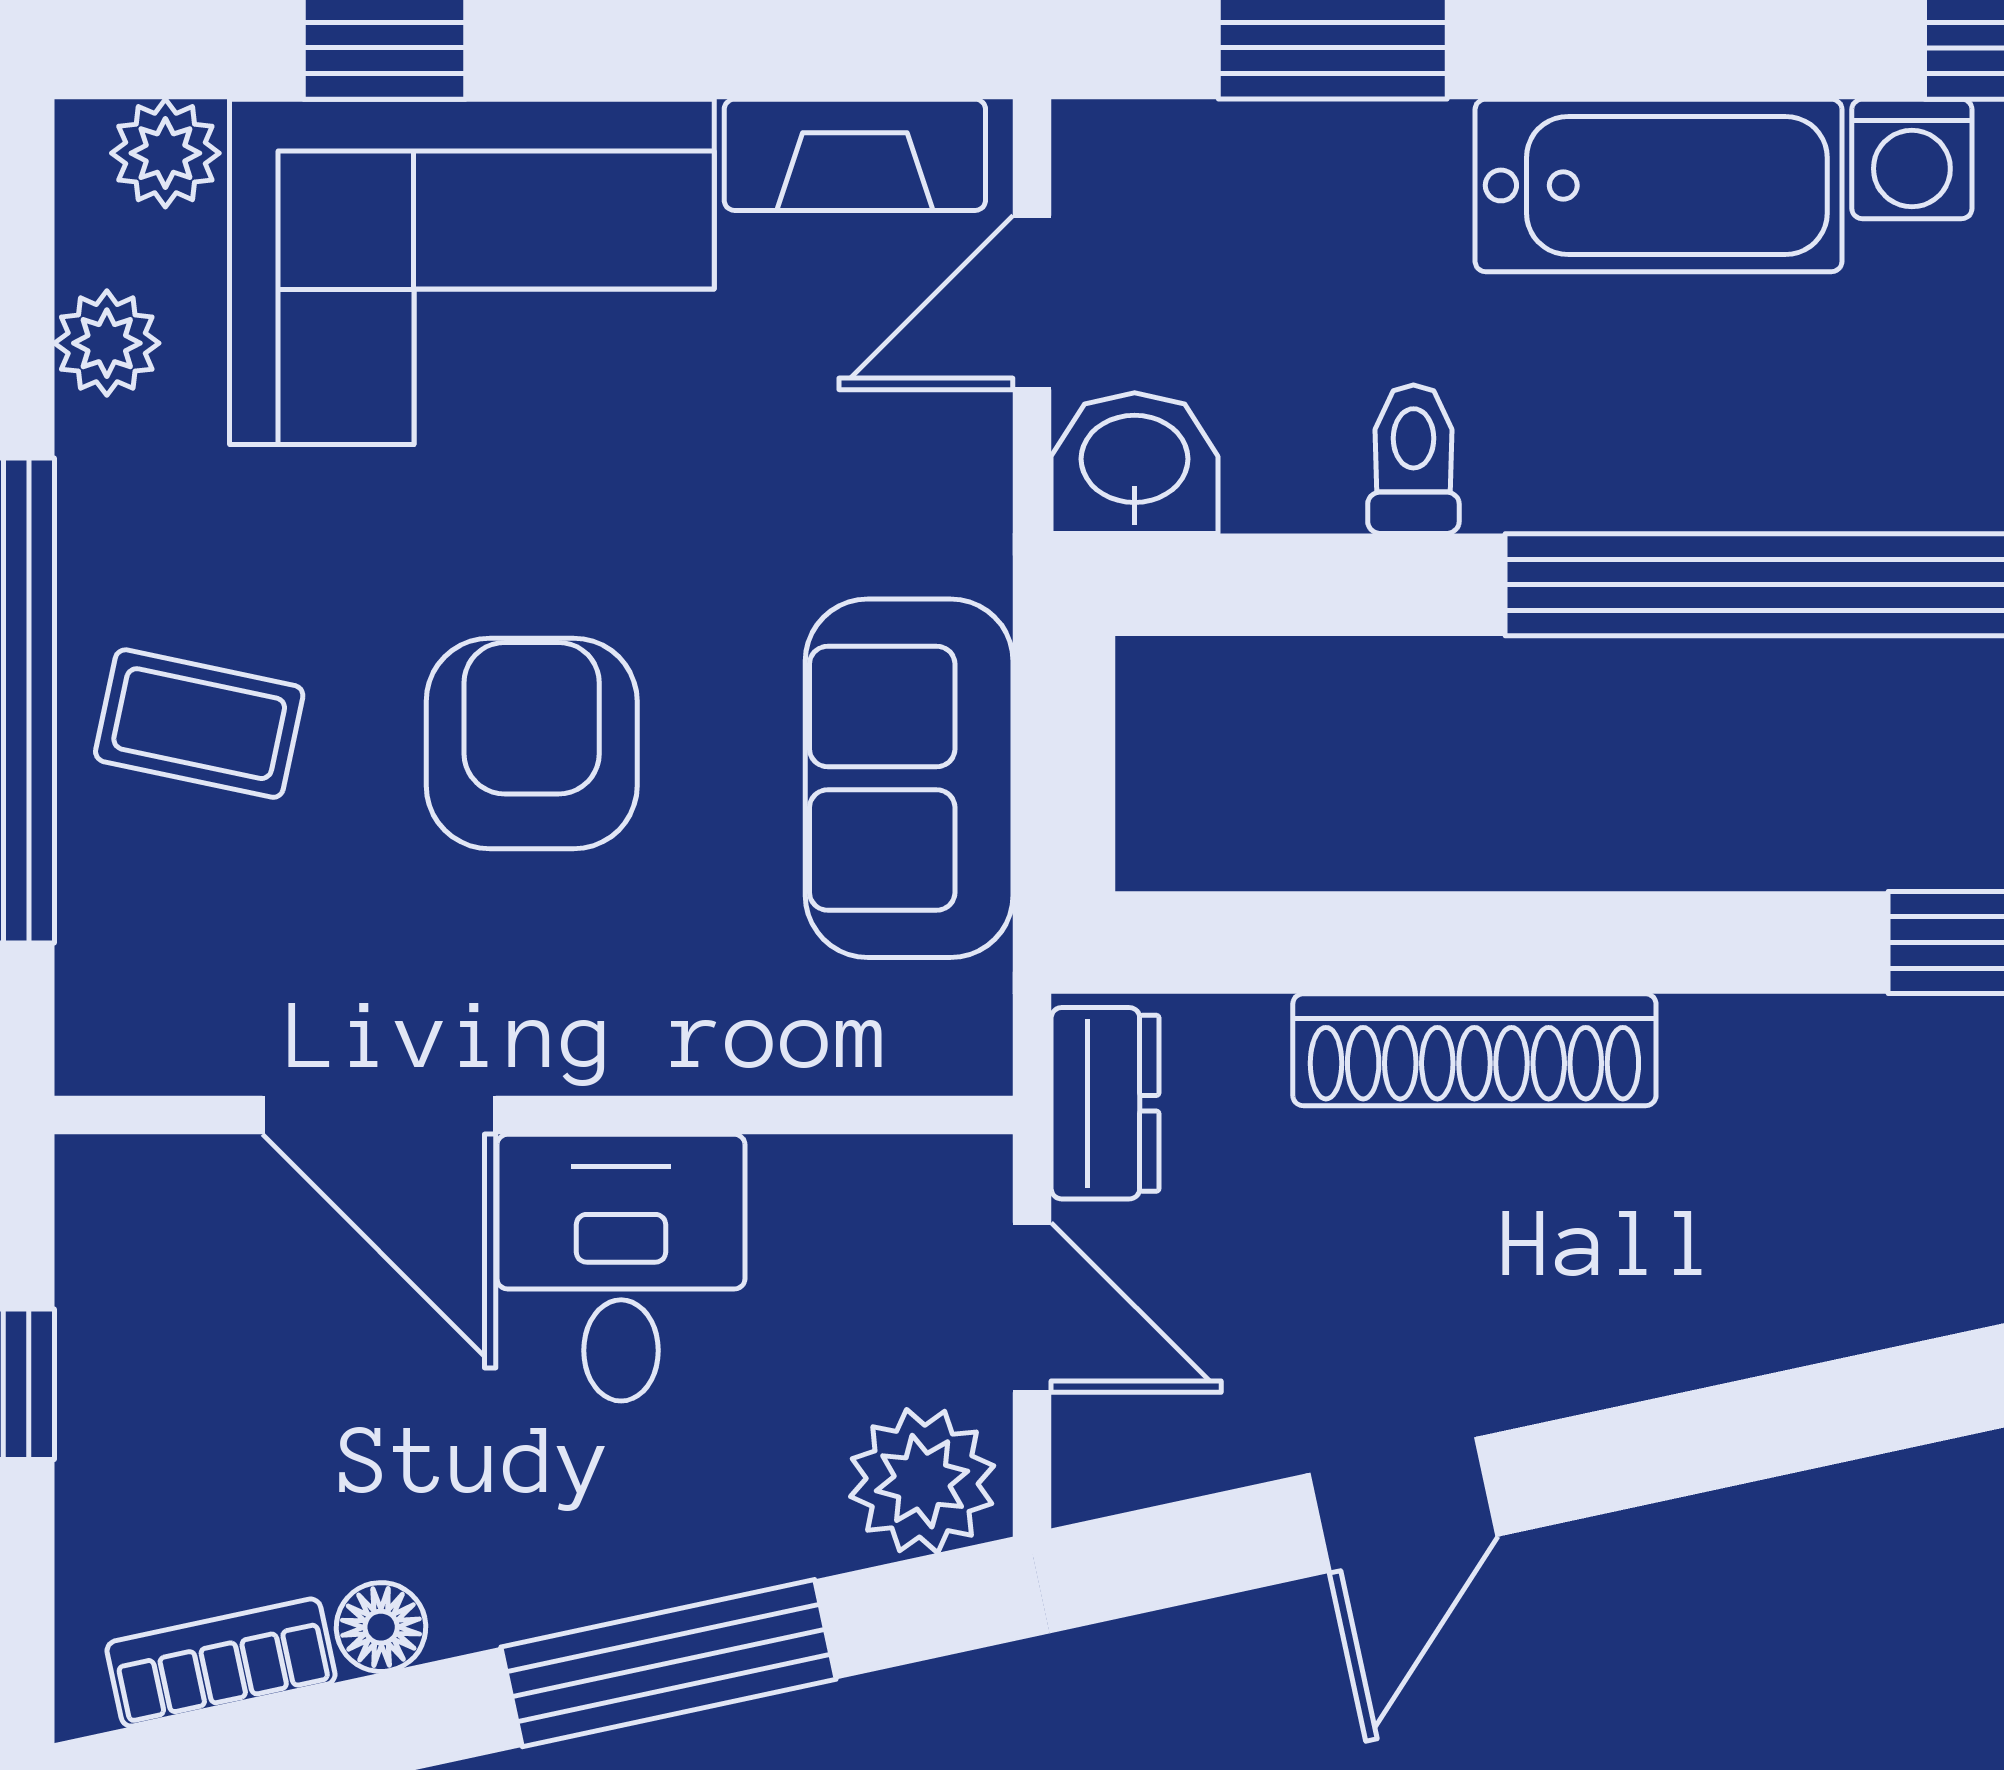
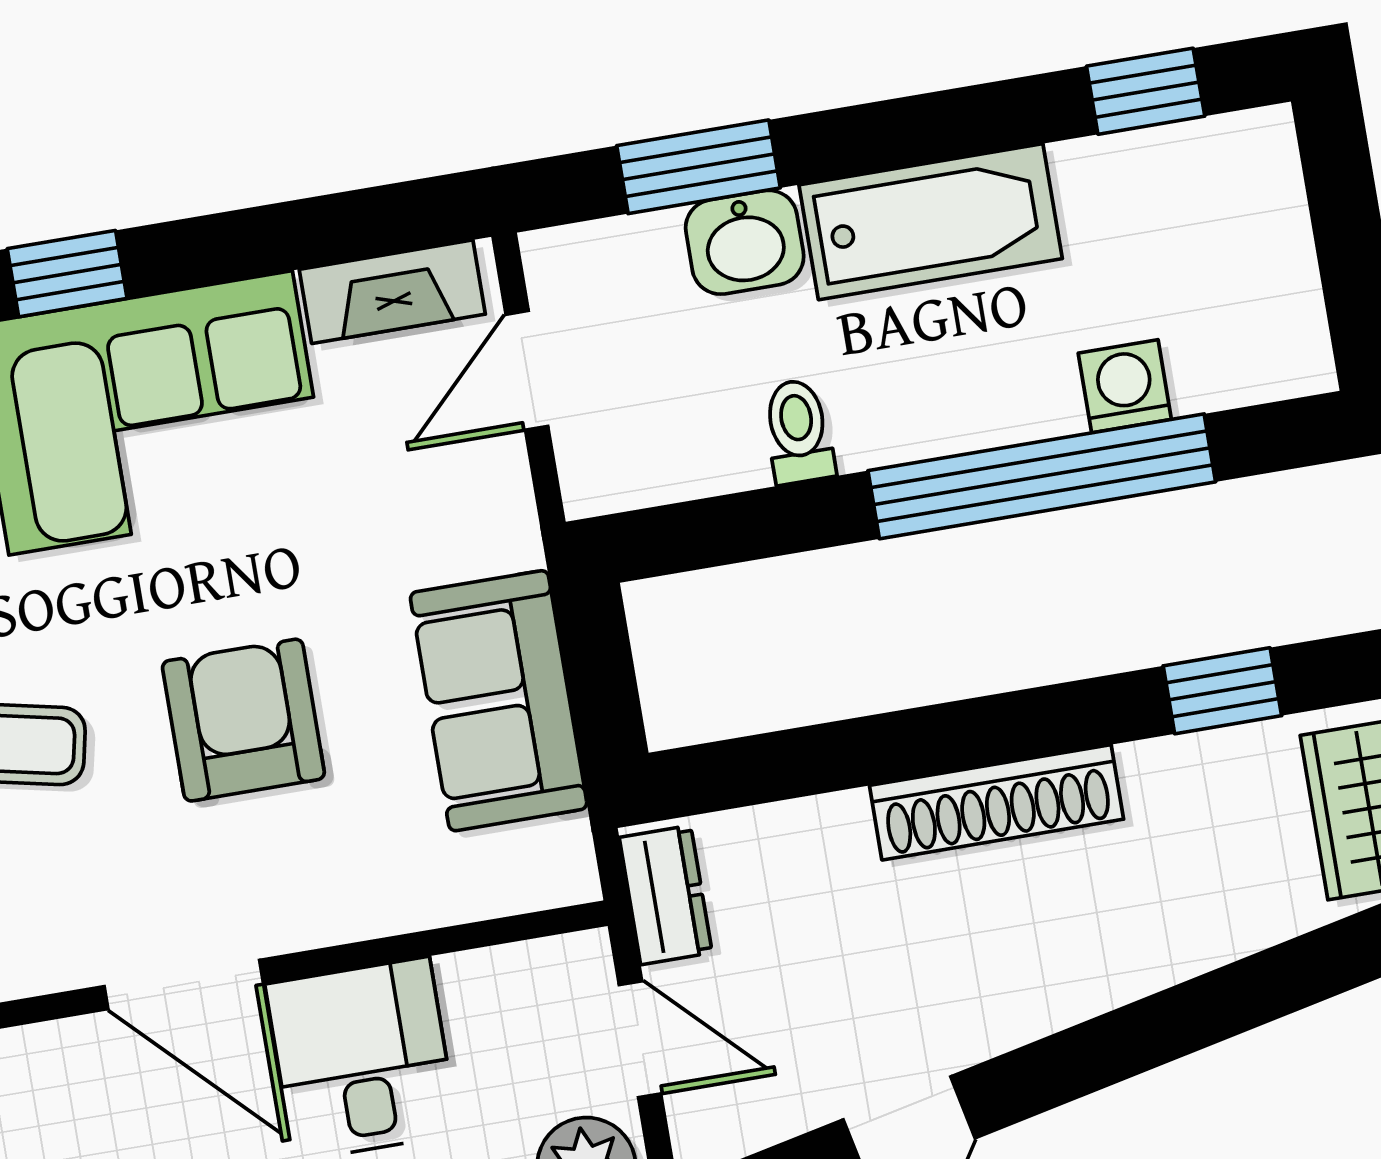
washing machine: (1912, 159) -> (1125, 386), moved, turned 180
washbasin: (1135, 463) -> (745, 242), moved, turned 180
shoe rack: (1474, 1050) -> (996, 802), moved

